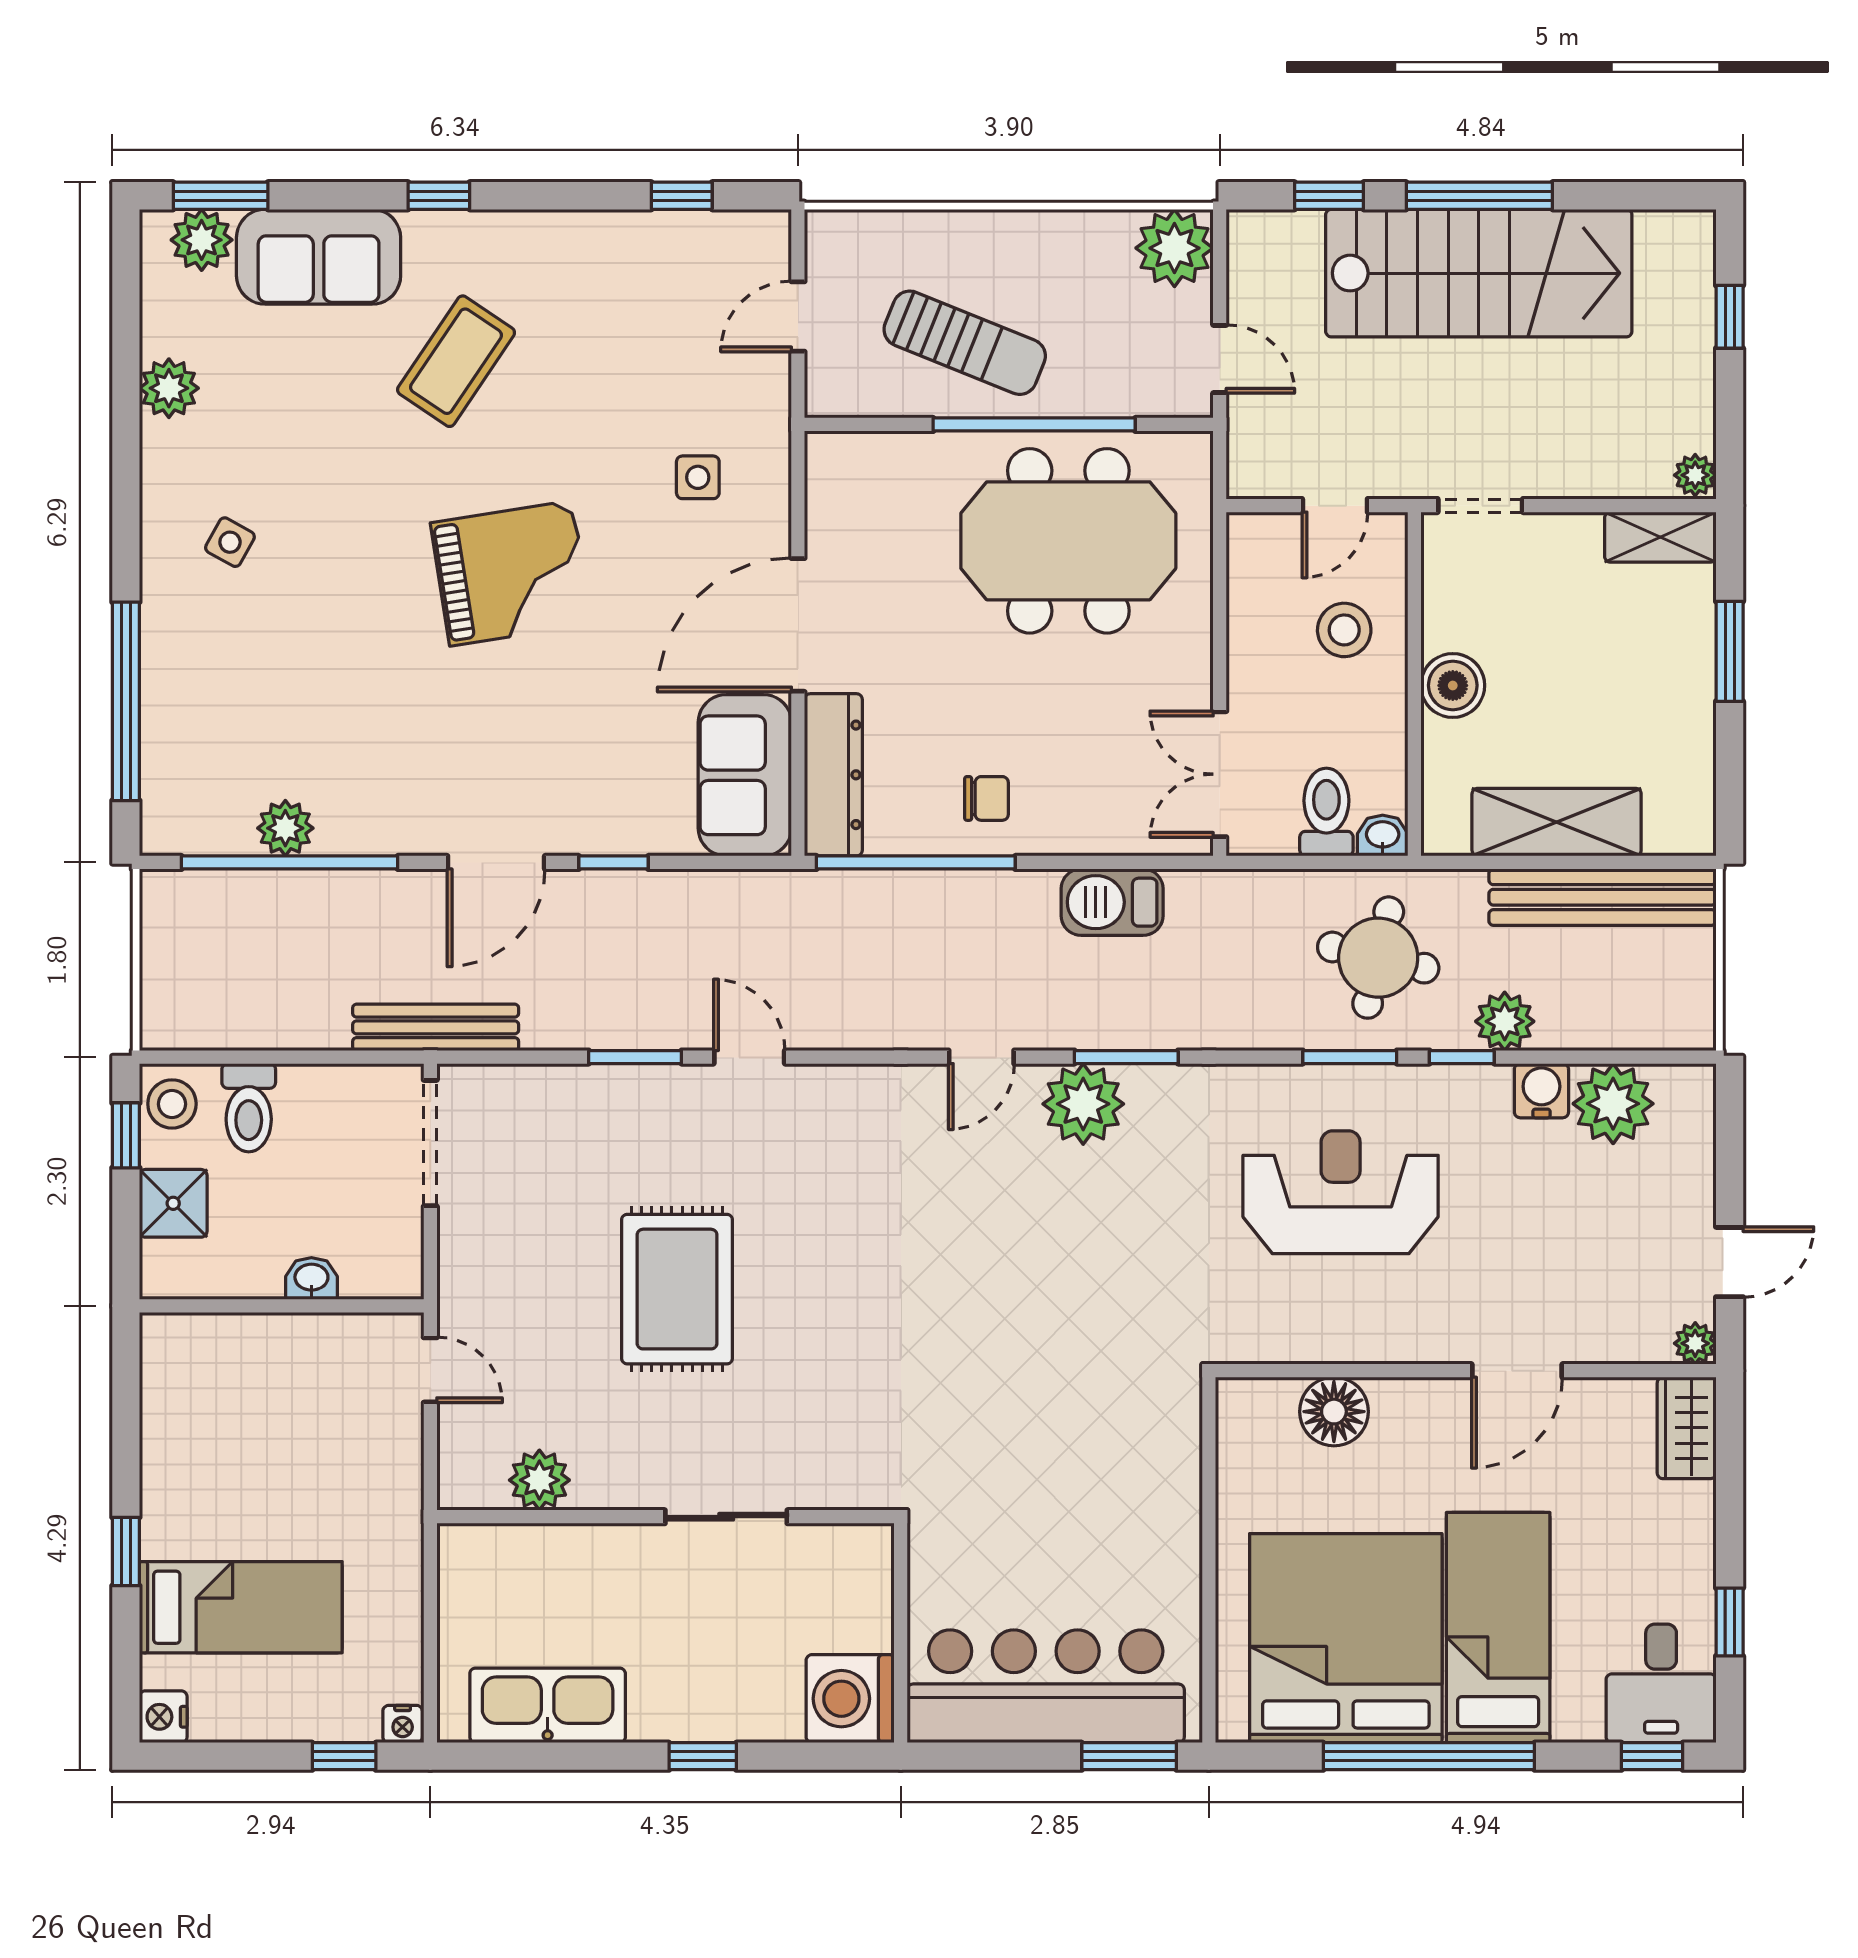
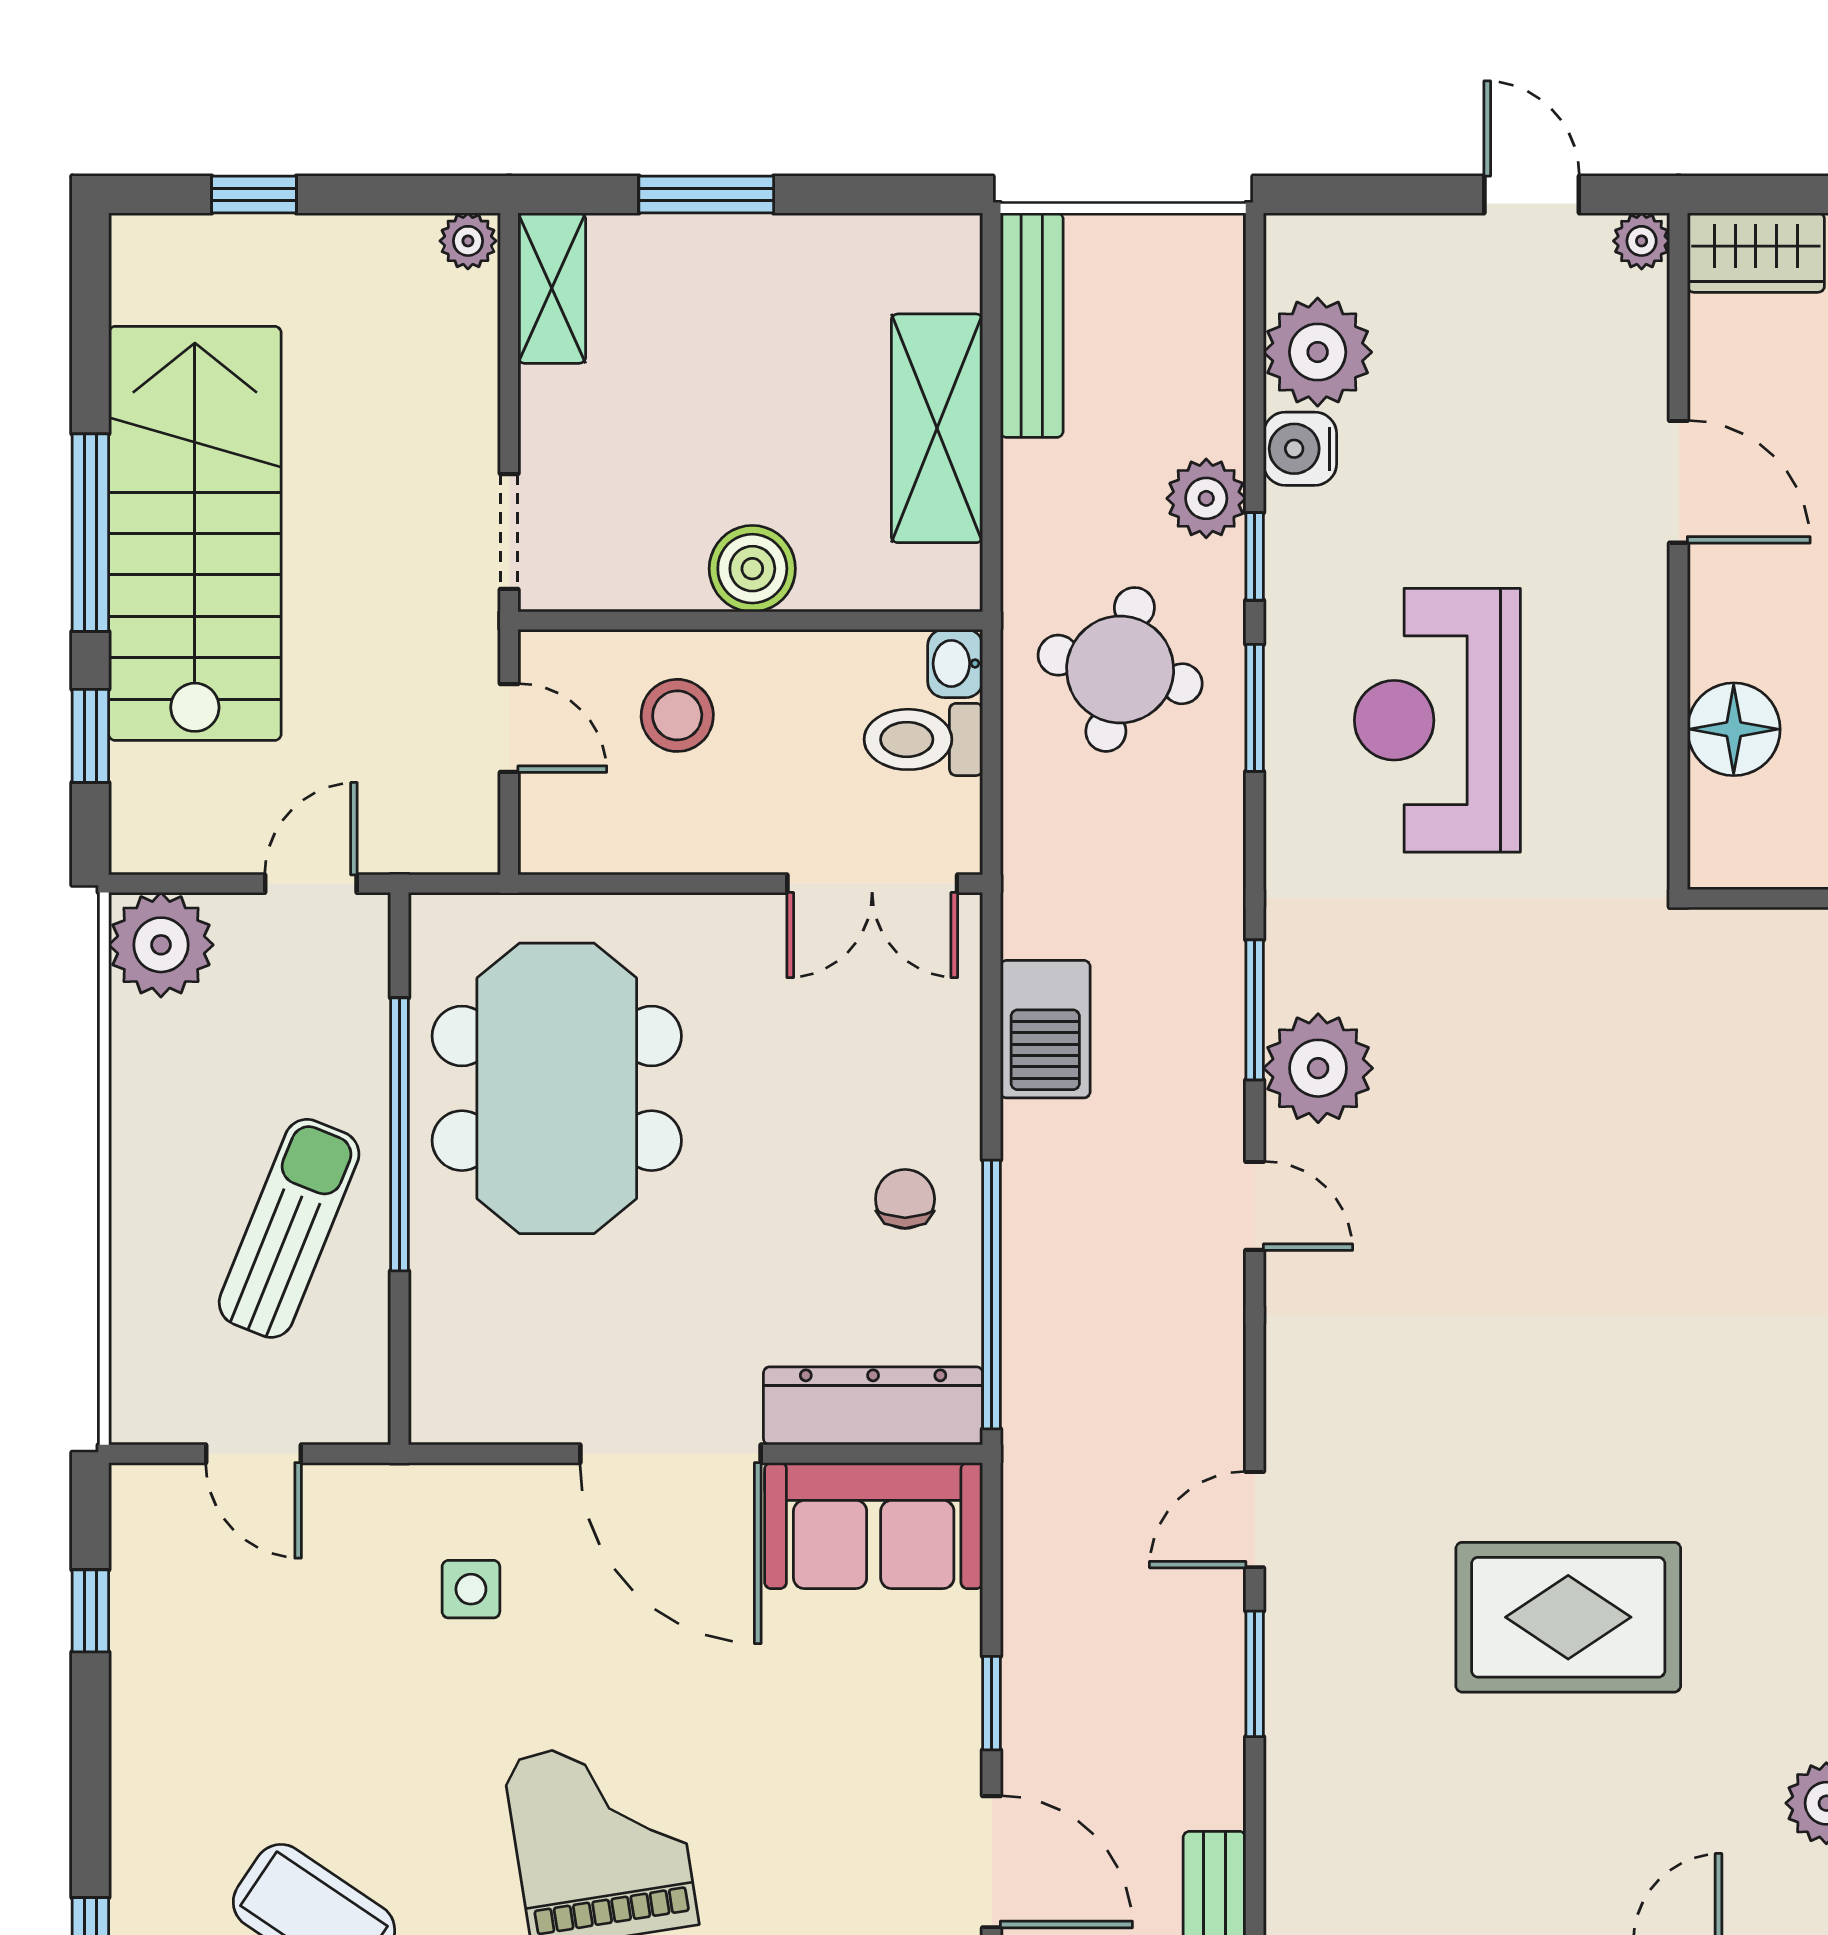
bench: (1602, 897) -> (1032, 325), width x0.73, depth x0.82

